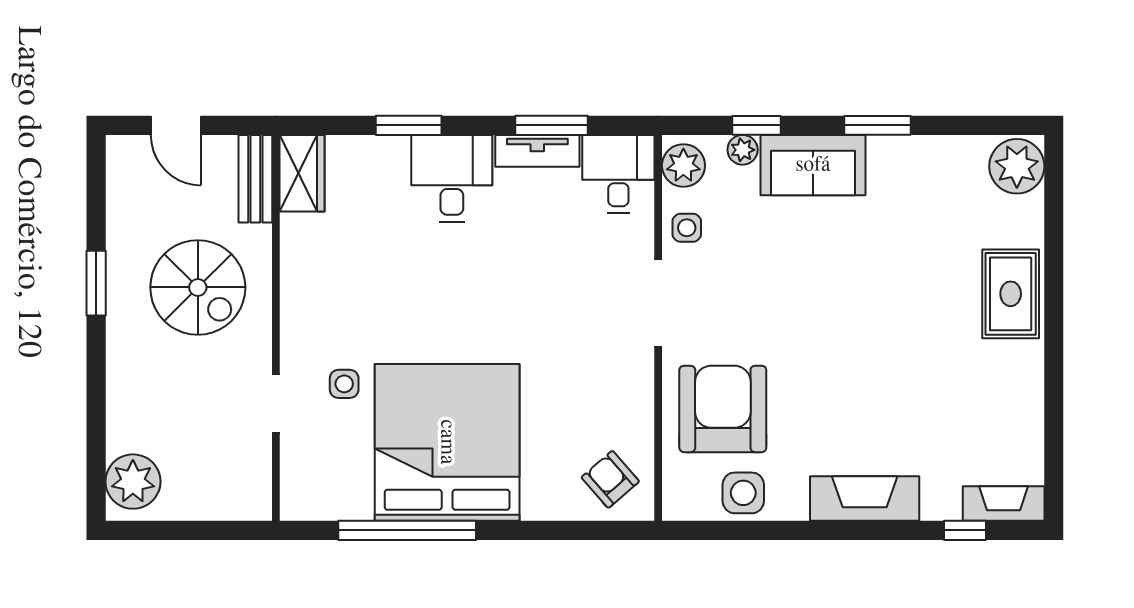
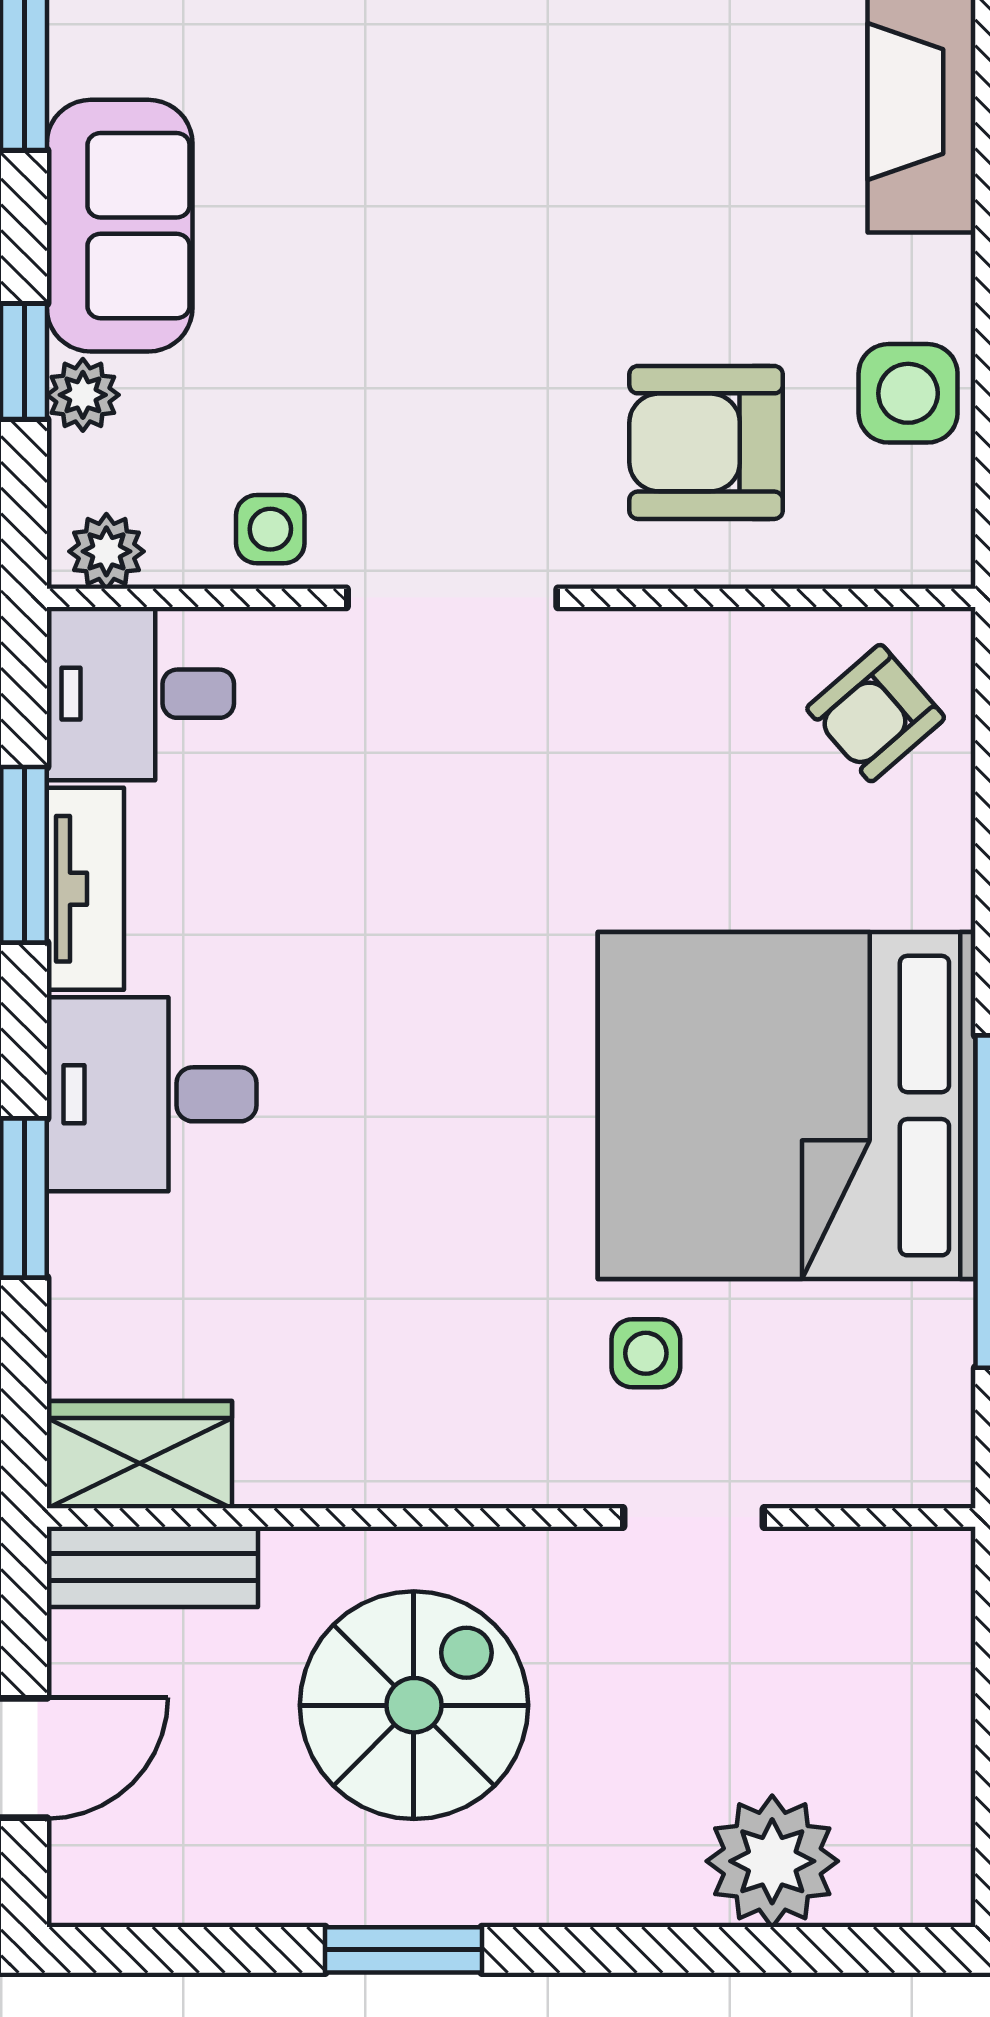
plant: (683, 165) -> (106, 551), width x0.73, depth x0.73
armchair: (723, 409) -> (706, 442), width x0.73, depth x0.73
plant: (133, 482) -> (772, 1861), moved

